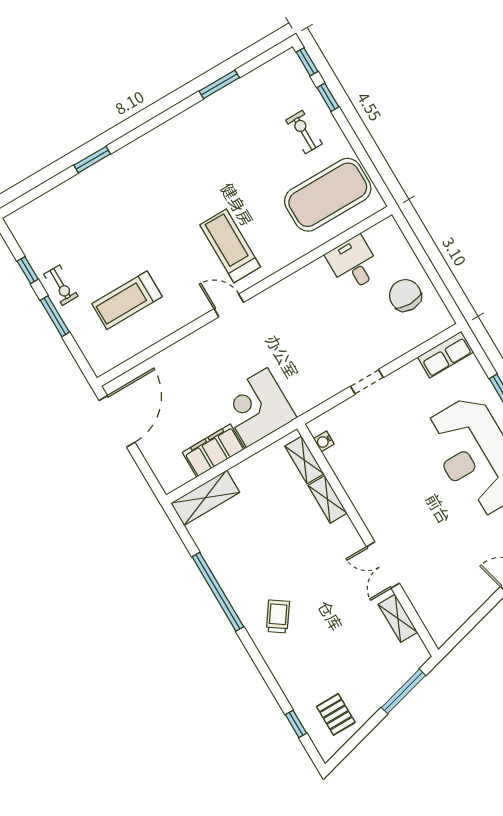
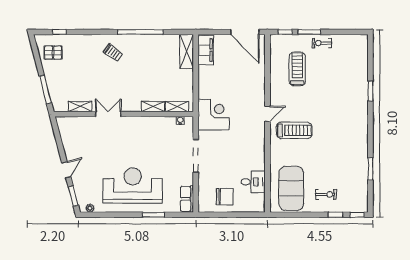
window: (28, 270) -> (285, 32), moved
doorway: (367, 382) -> (196, 156), width x1.88
corner desk: (257, 408) -> (214, 115), moved
filing cabinet: (214, 451) -> (206, 50), moved

